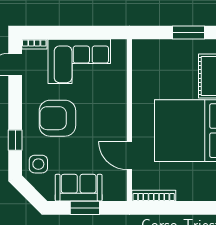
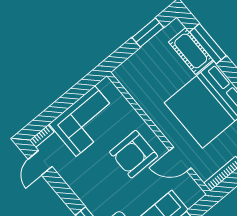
armchair: (57, 118) -> (134, 154), moved

